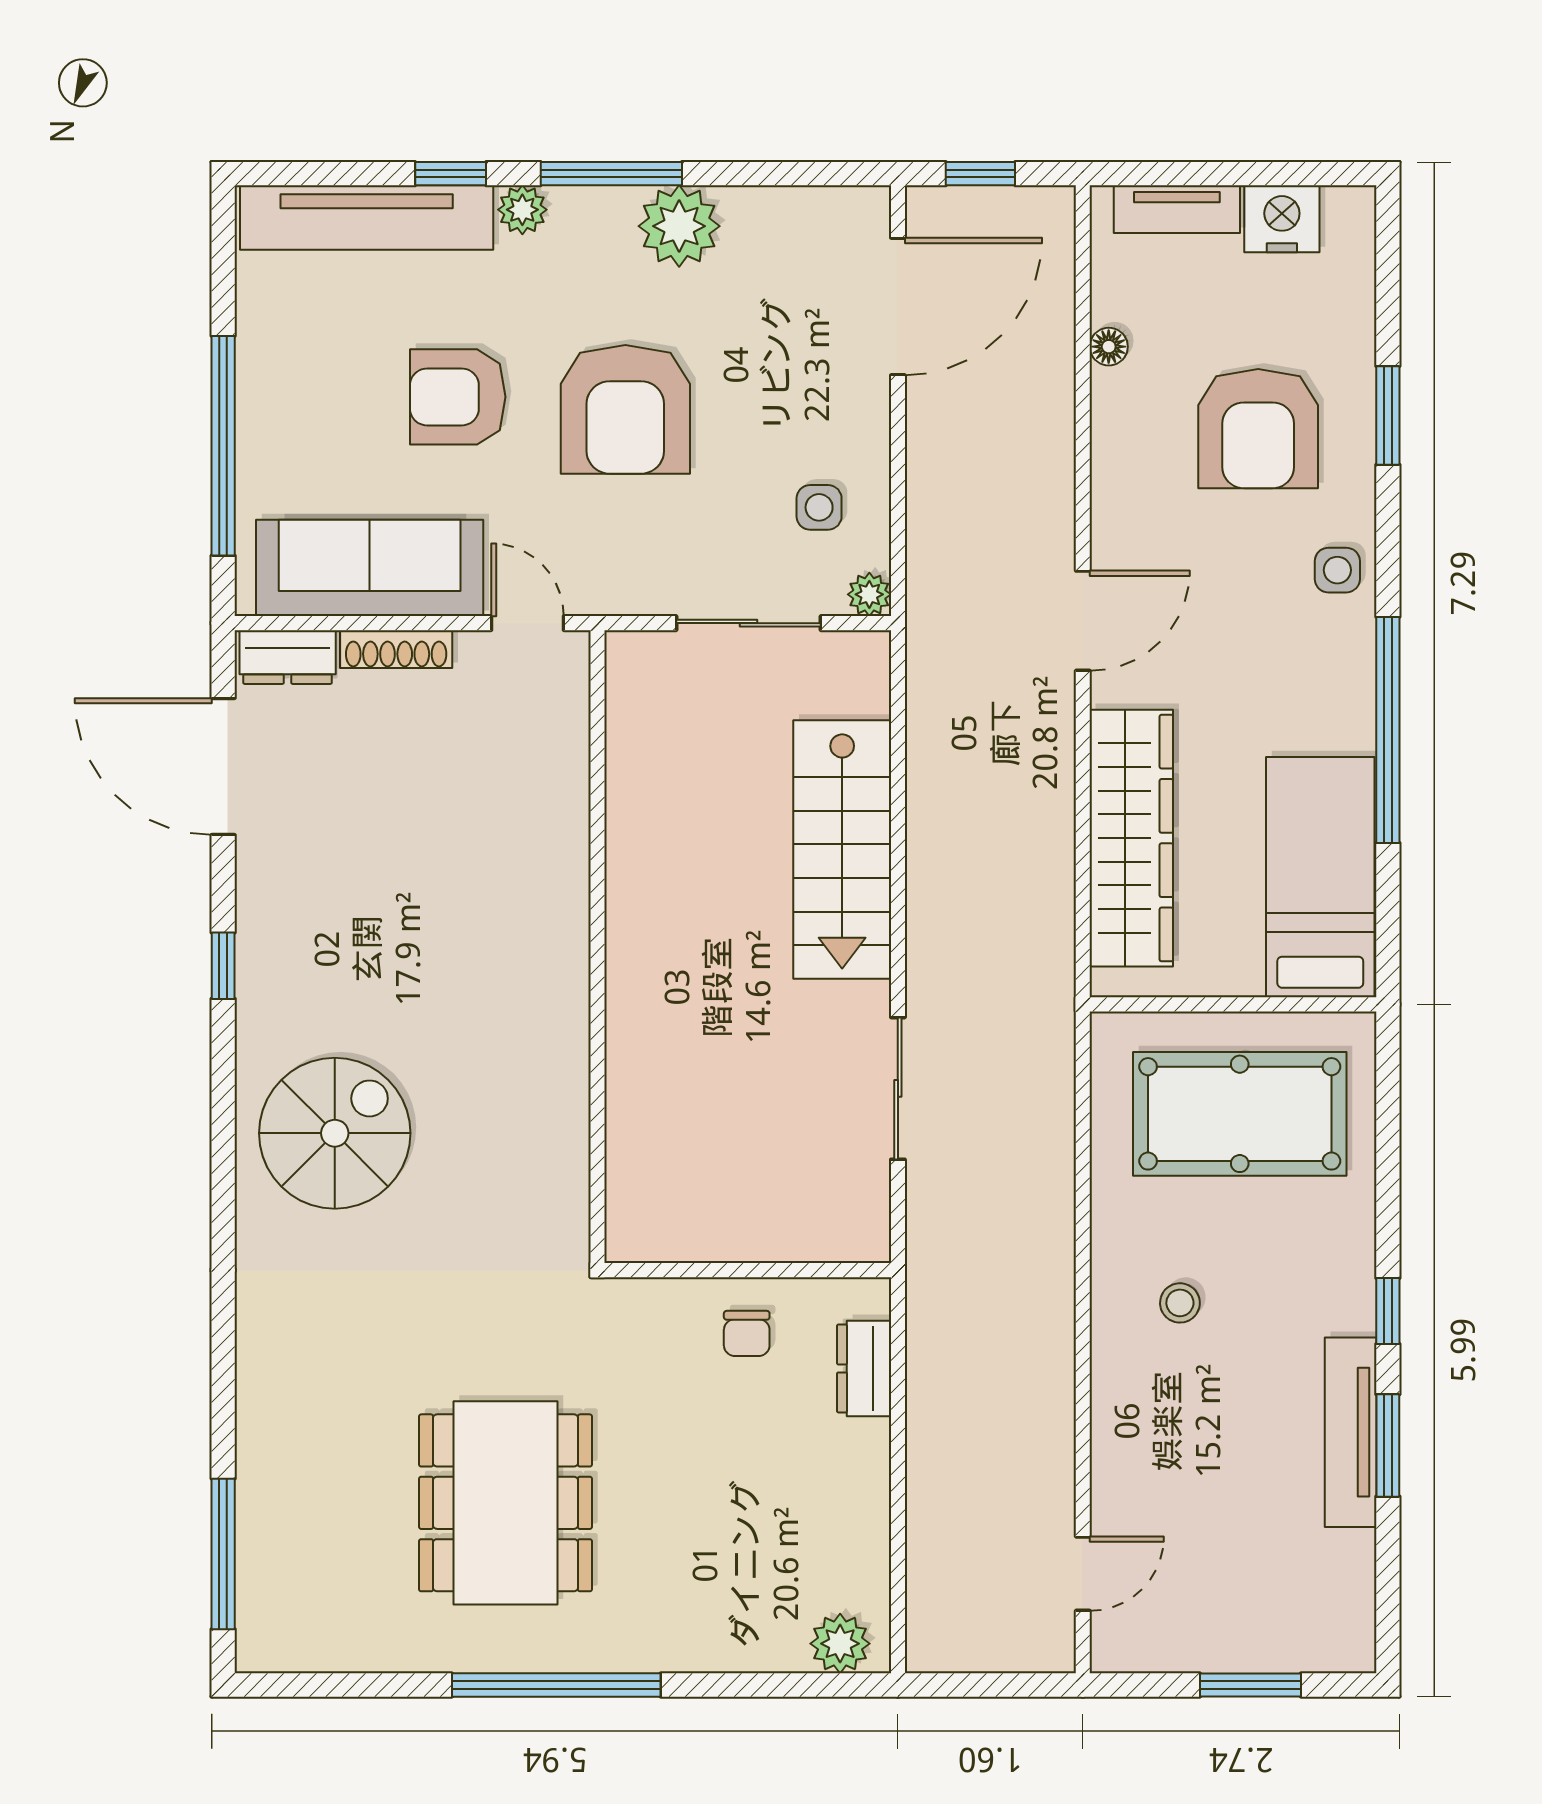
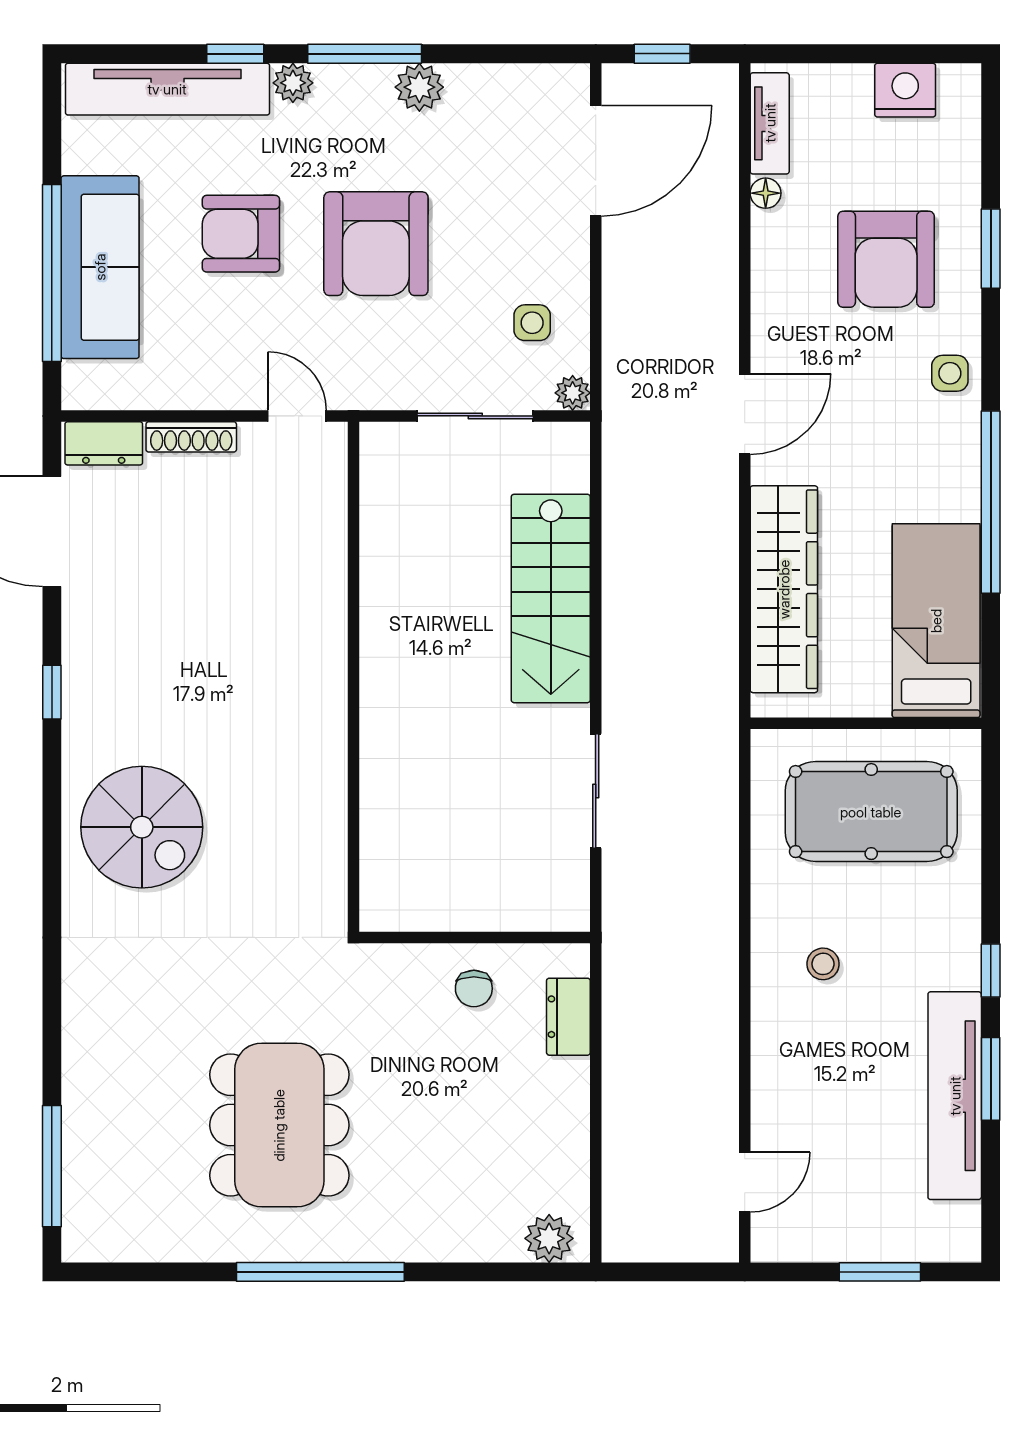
tv unit: (1177, 209) -> (770, 123), moved, turned -90
plant: (679, 226) -> (419, 87), width x0.73, depth x0.73
sofa: (370, 568) -> (100, 267), moved, turned 90
spiral stairs: (335, 1133) -> (142, 827), turned 90
tv unit: (1351, 1432) -> (955, 1096), width x1.36, depth x1.29

